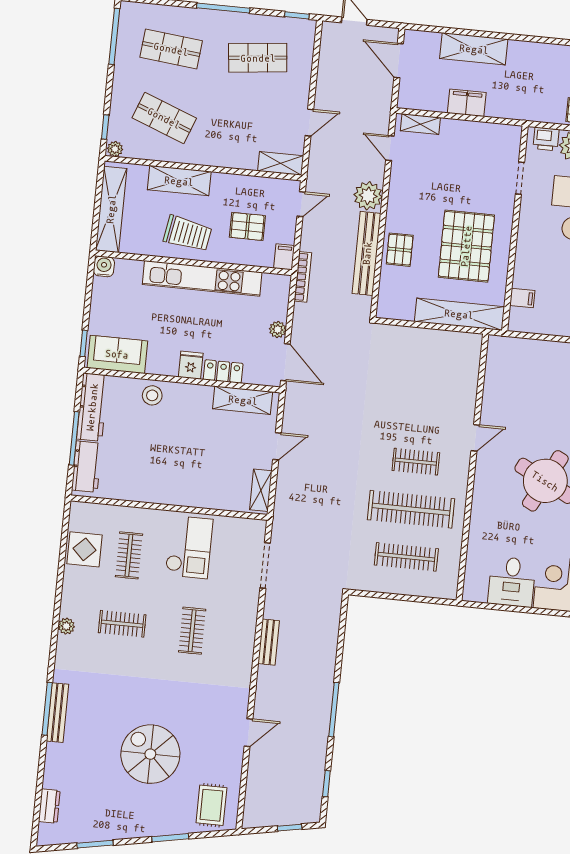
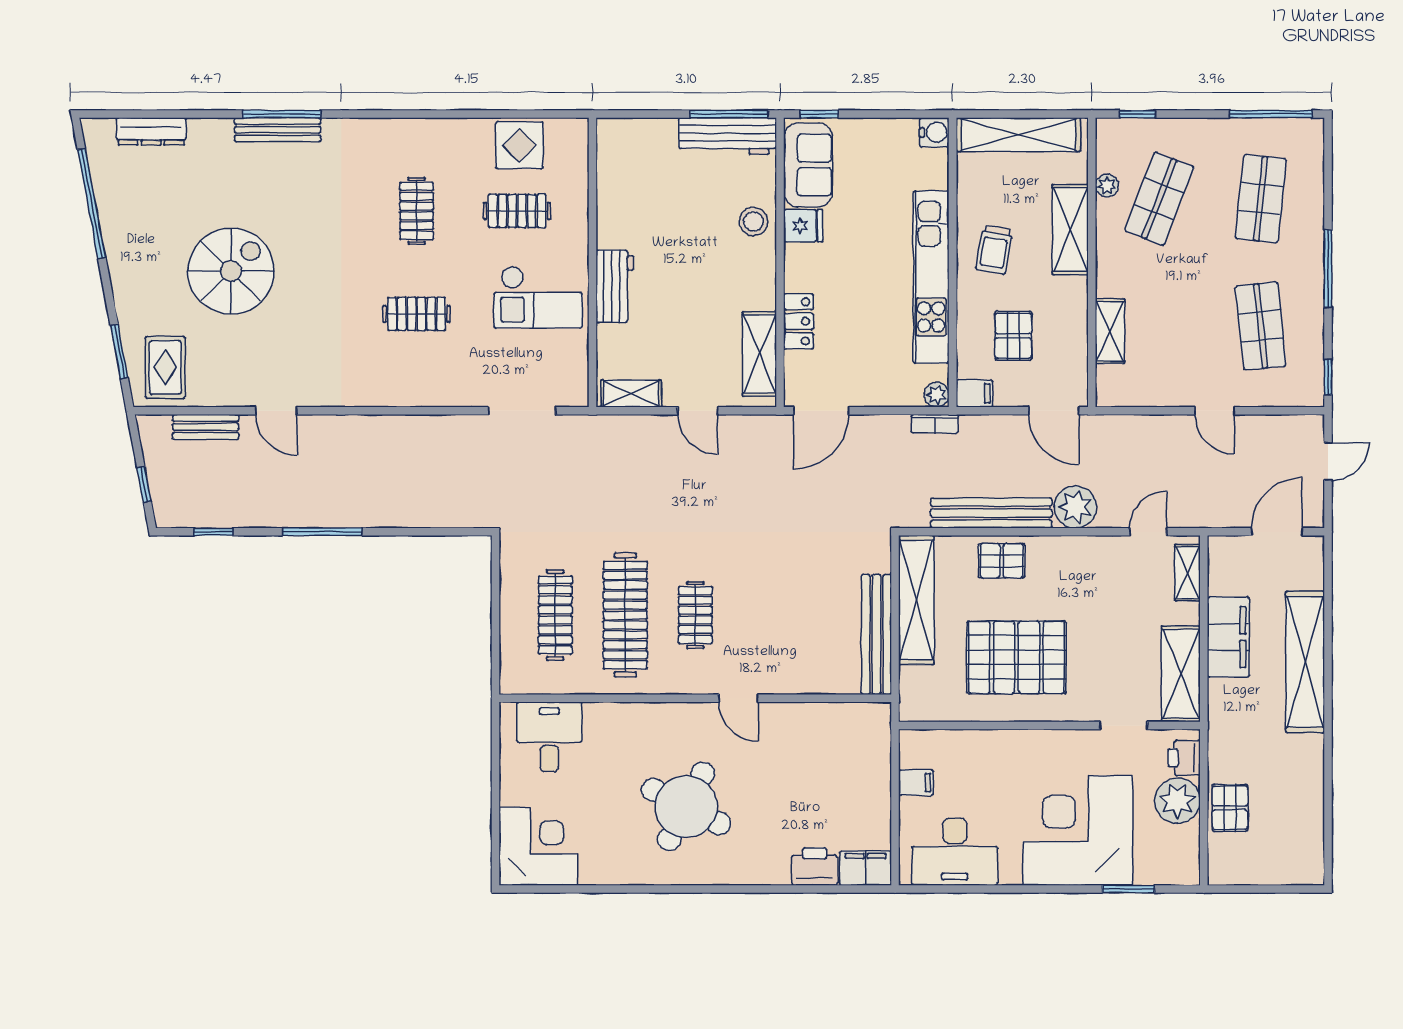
shelving: (474, 49) -> (1305, 662), width x1.47
filing cabinet: (467, 103) -> (1228, 637), width x1.50, depth x1.17
door: (309, 123) -> (1215, 411), moved
shelving: (489, 135) -> (1181, 674), added
plant: (115, 149) -> (1107, 186), moved
shelving: (281, 163) -> (1110, 331), moved
door: (301, 204) -> (1054, 411), width x1.37
trolley: (188, 234) -> (994, 249), width x0.73, depth x0.72
bookcase: (303, 277) -> (935, 424), width x0.64
filing cabinet: (522, 298) -> (916, 783), moved, turned -90
shelving: (459, 314) -> (916, 600), moved
plant: (278, 330) -> (937, 395), moved
bench: (441, 340) -> (876, 634), added
fridge: (191, 365) -> (803, 226), moved
window: (74, 438) -> (729, 114), moved
workbench: (87, 467) -> (615, 286), moved, turned -90
desk: (512, 582) -> (549, 737), moved, turned 90
plant: (66, 626) -> (405, 130), removed
bench: (269, 642) -> (206, 427), moved
rug: (211, 805) -> (165, 367), turned 90
dresser: (49, 806) -> (151, 131), width x1.44
window: (170, 838) -> (119, 351), moved
window: (95, 844) -> (92, 204), width x2.11

